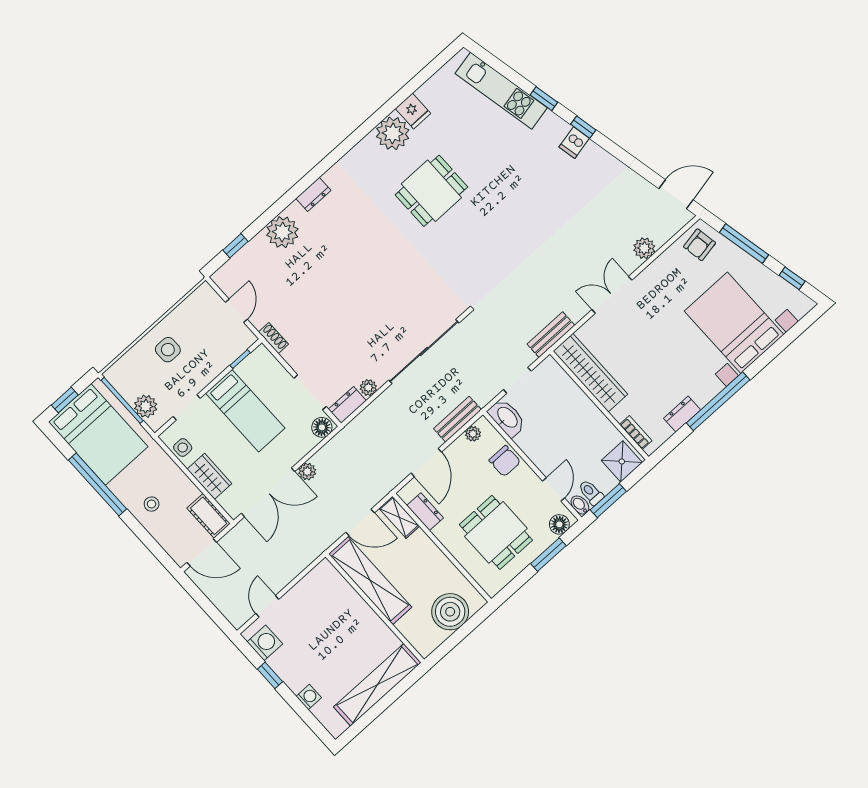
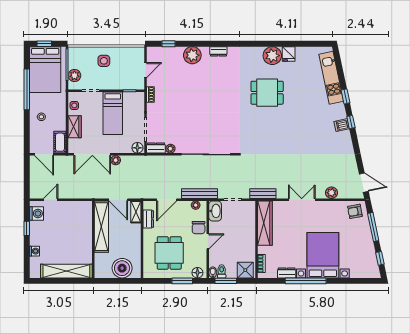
bed with nightstands: (734, 323) -> (323, 255), moved
bench: (457, 419) -> (200, 194), width x1.36
door: (554, 489) -> (208, 241), moved

